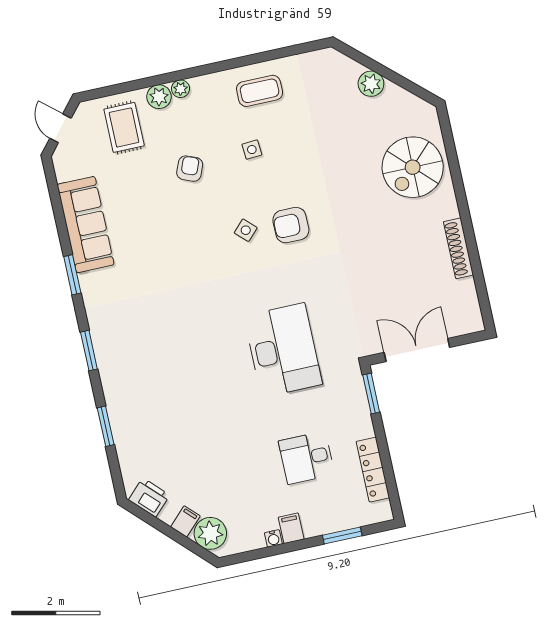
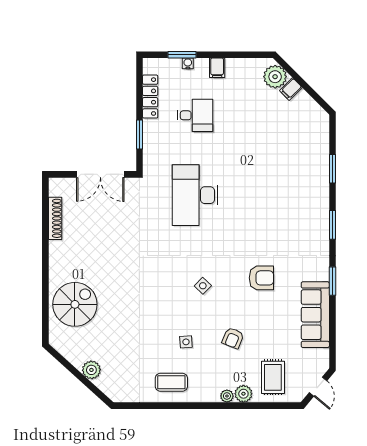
armchair: (291, 225) -> (261, 278), moved
shoe rack: (458, 248) -> (55, 218), moved
window: (371, 394) -> (139, 135), moved
printer: (149, 497) -> (313, 112), removed
water cooler: (273, 538) -> (188, 63), moved

